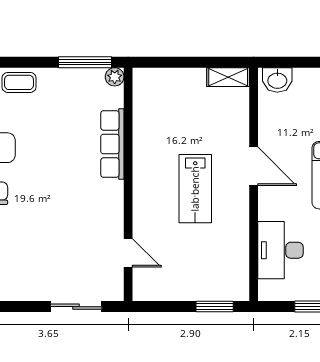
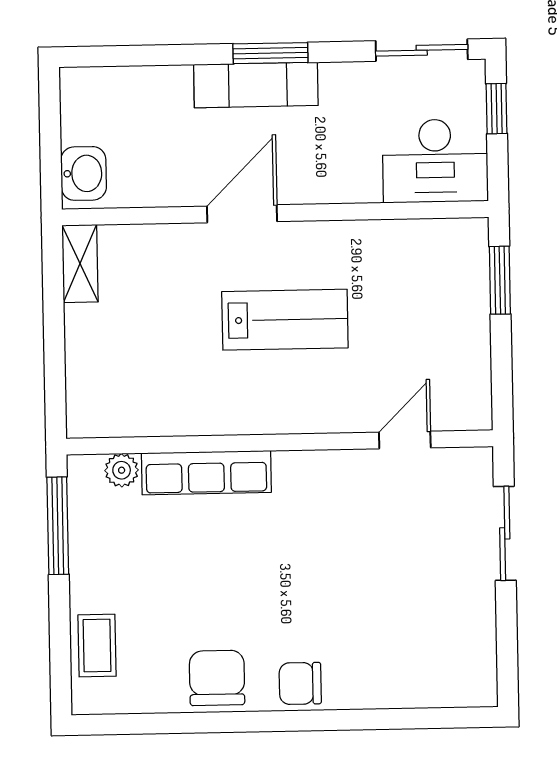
plant: (115, 77) -> (122, 470), moved
desk: (280, 250) -> (435, 161), moved

